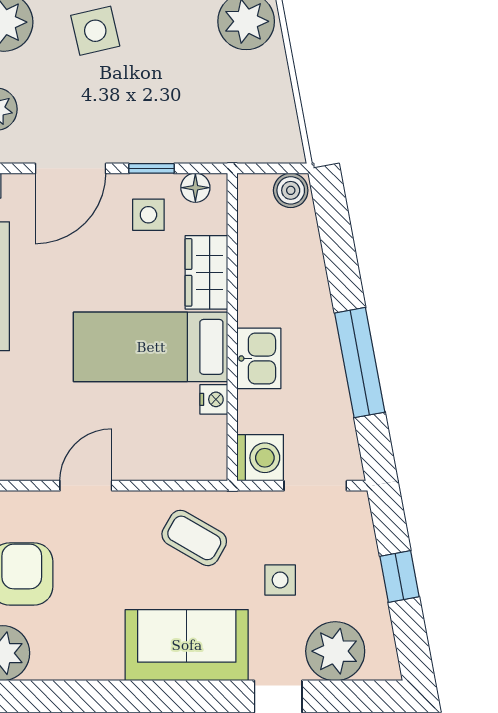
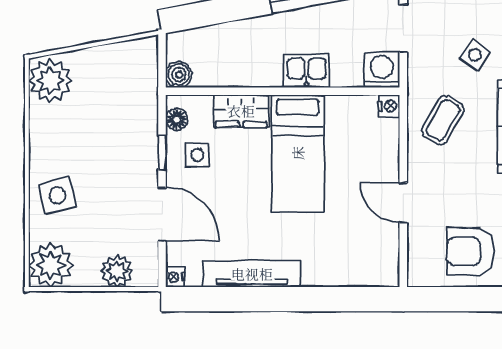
boiler: (291, 190) -> (179, 75), moved
nightstand: (214, 399) -> (389, 106), moved, turned 90
side table: (280, 580) -> (475, 55), turned 35

